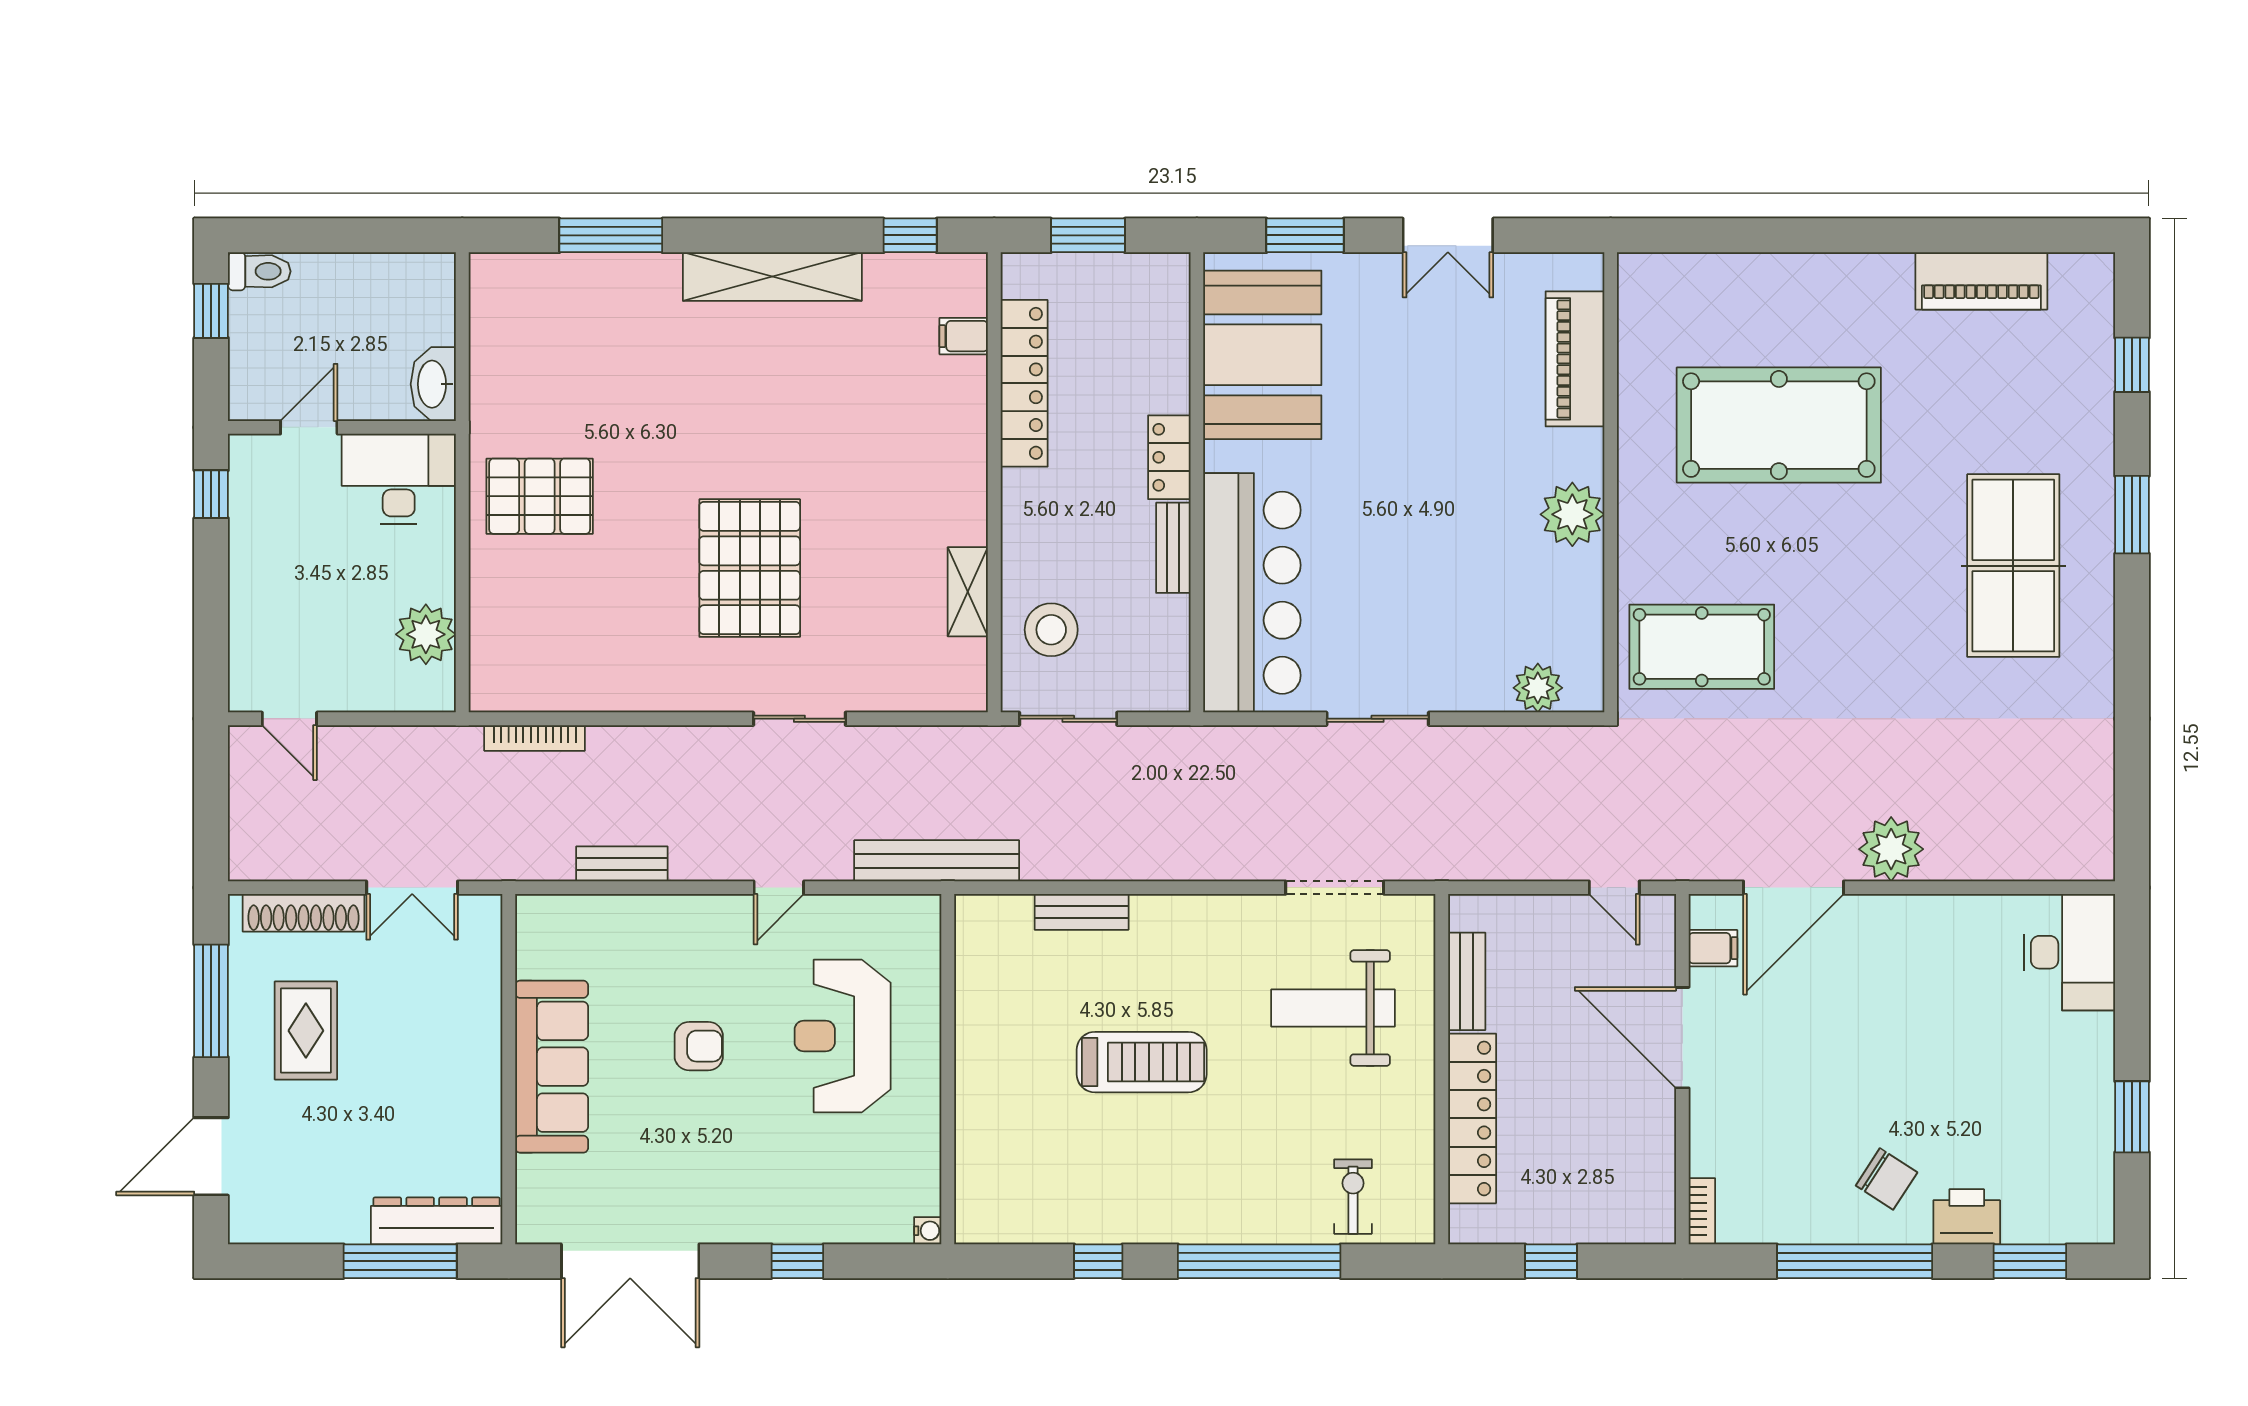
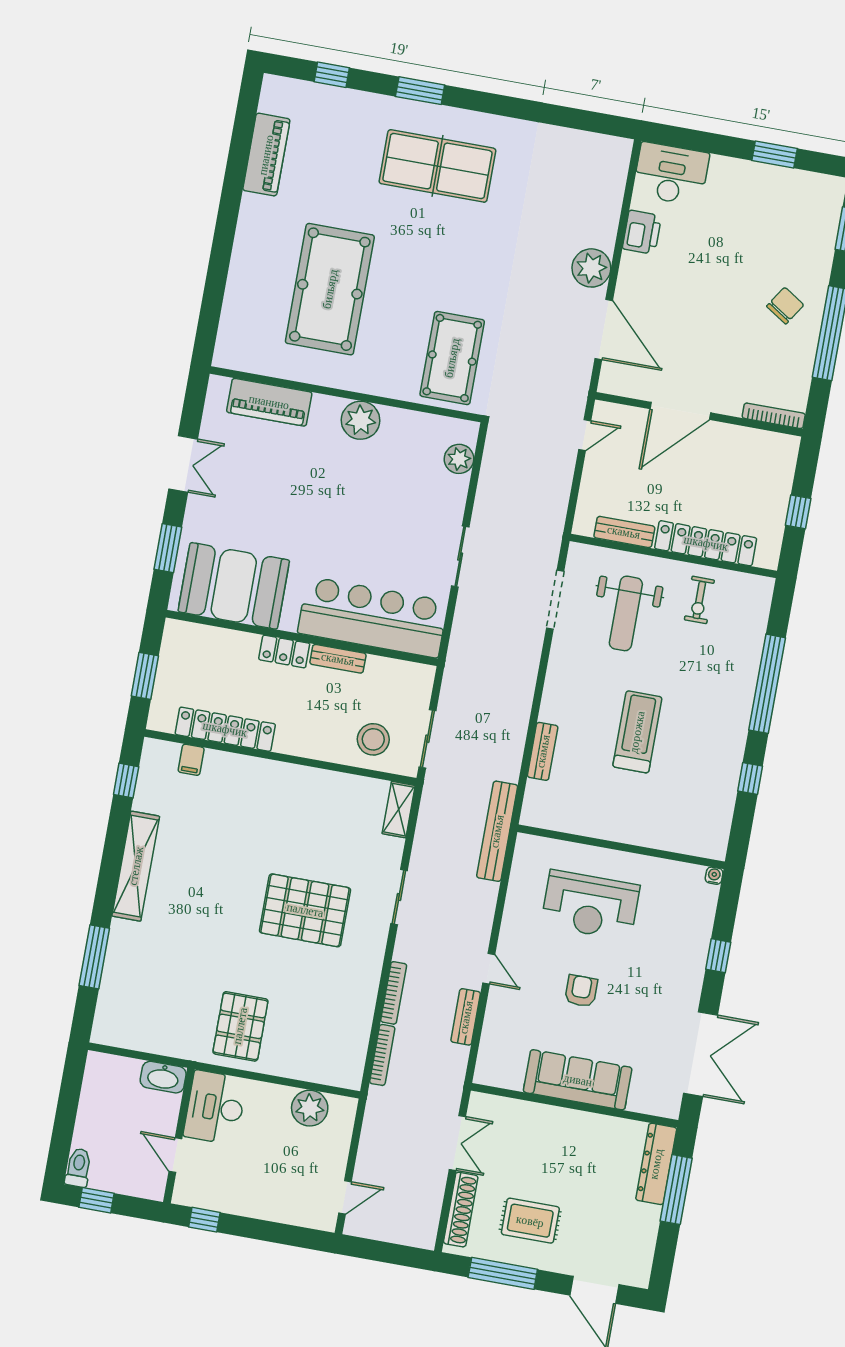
shelving: (968, 592) -> (399, 810), moved, turned 90
bookcase: (640, 738) -> (394, 993), added
door: (779, 888) -> (489, 969), moved
filing cabinet: (1713, 948) -> (631, 383), removed
exercise bike: (1353, 1197) -> (699, 600), moved, turned -90
bookcase: (1702, 1211) -> (774, 416), width x1.56
printer: (1967, 1217) -> (642, 232), moved, turned 180

